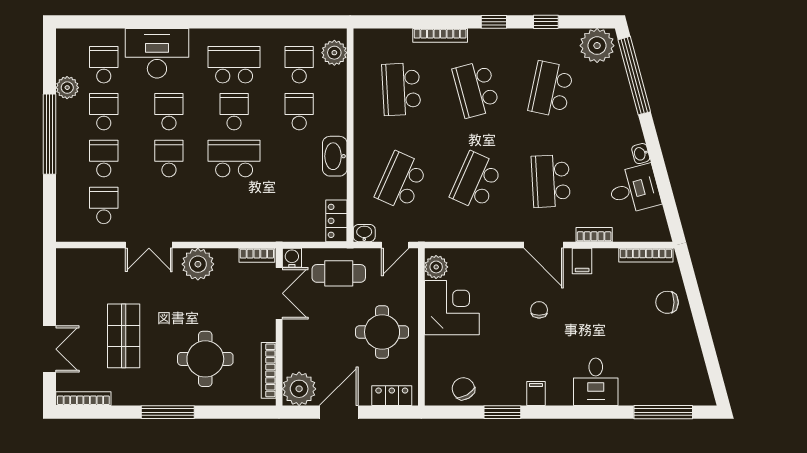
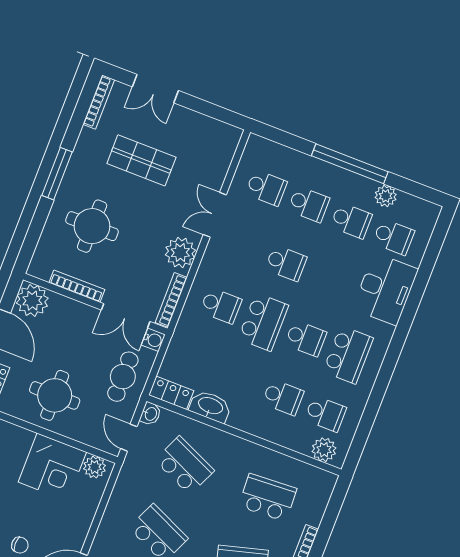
school desk: (169, 112) -> (221, 306), moved
washbasin: (335, 156) -> (210, 406), moved
bookcase: (257, 255) -> (171, 300), width x1.56
bookcase: (269, 370) -> (77, 286), moved

